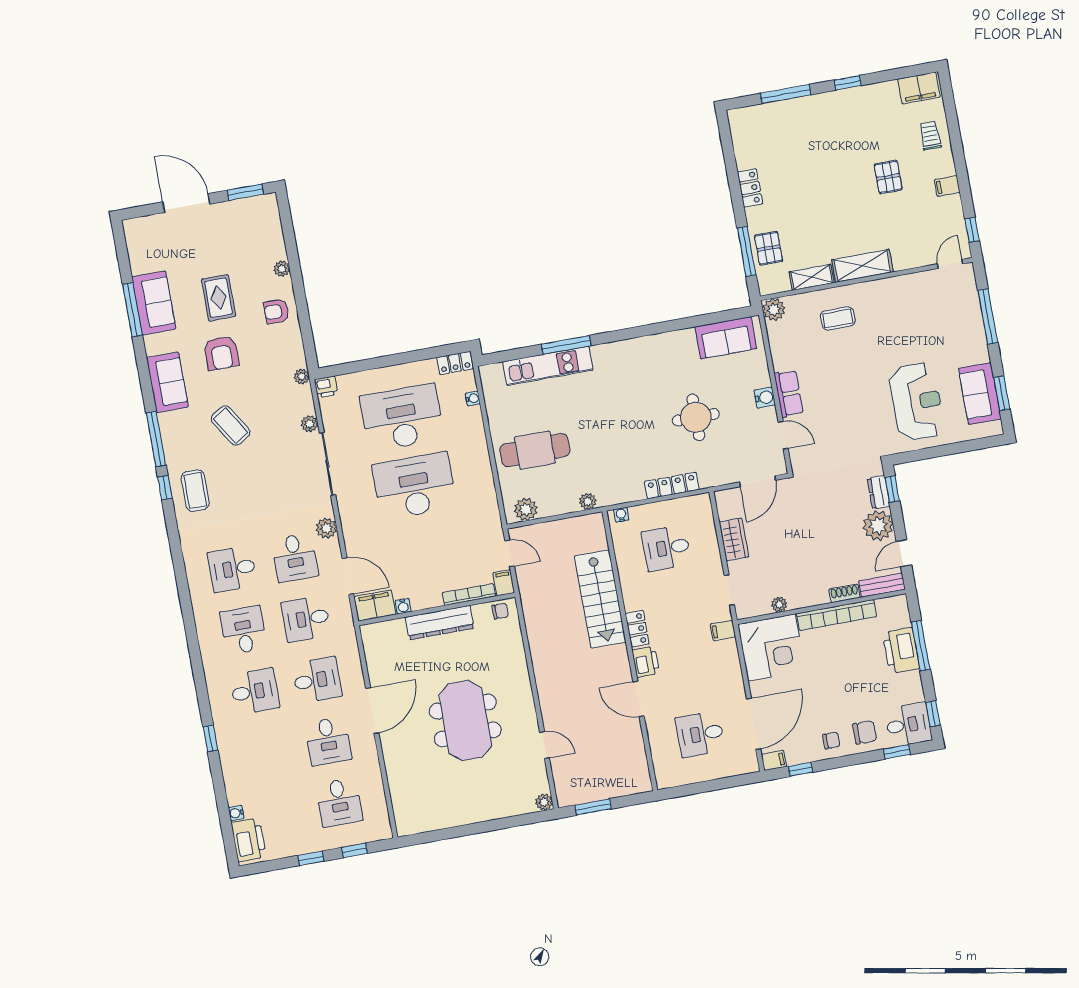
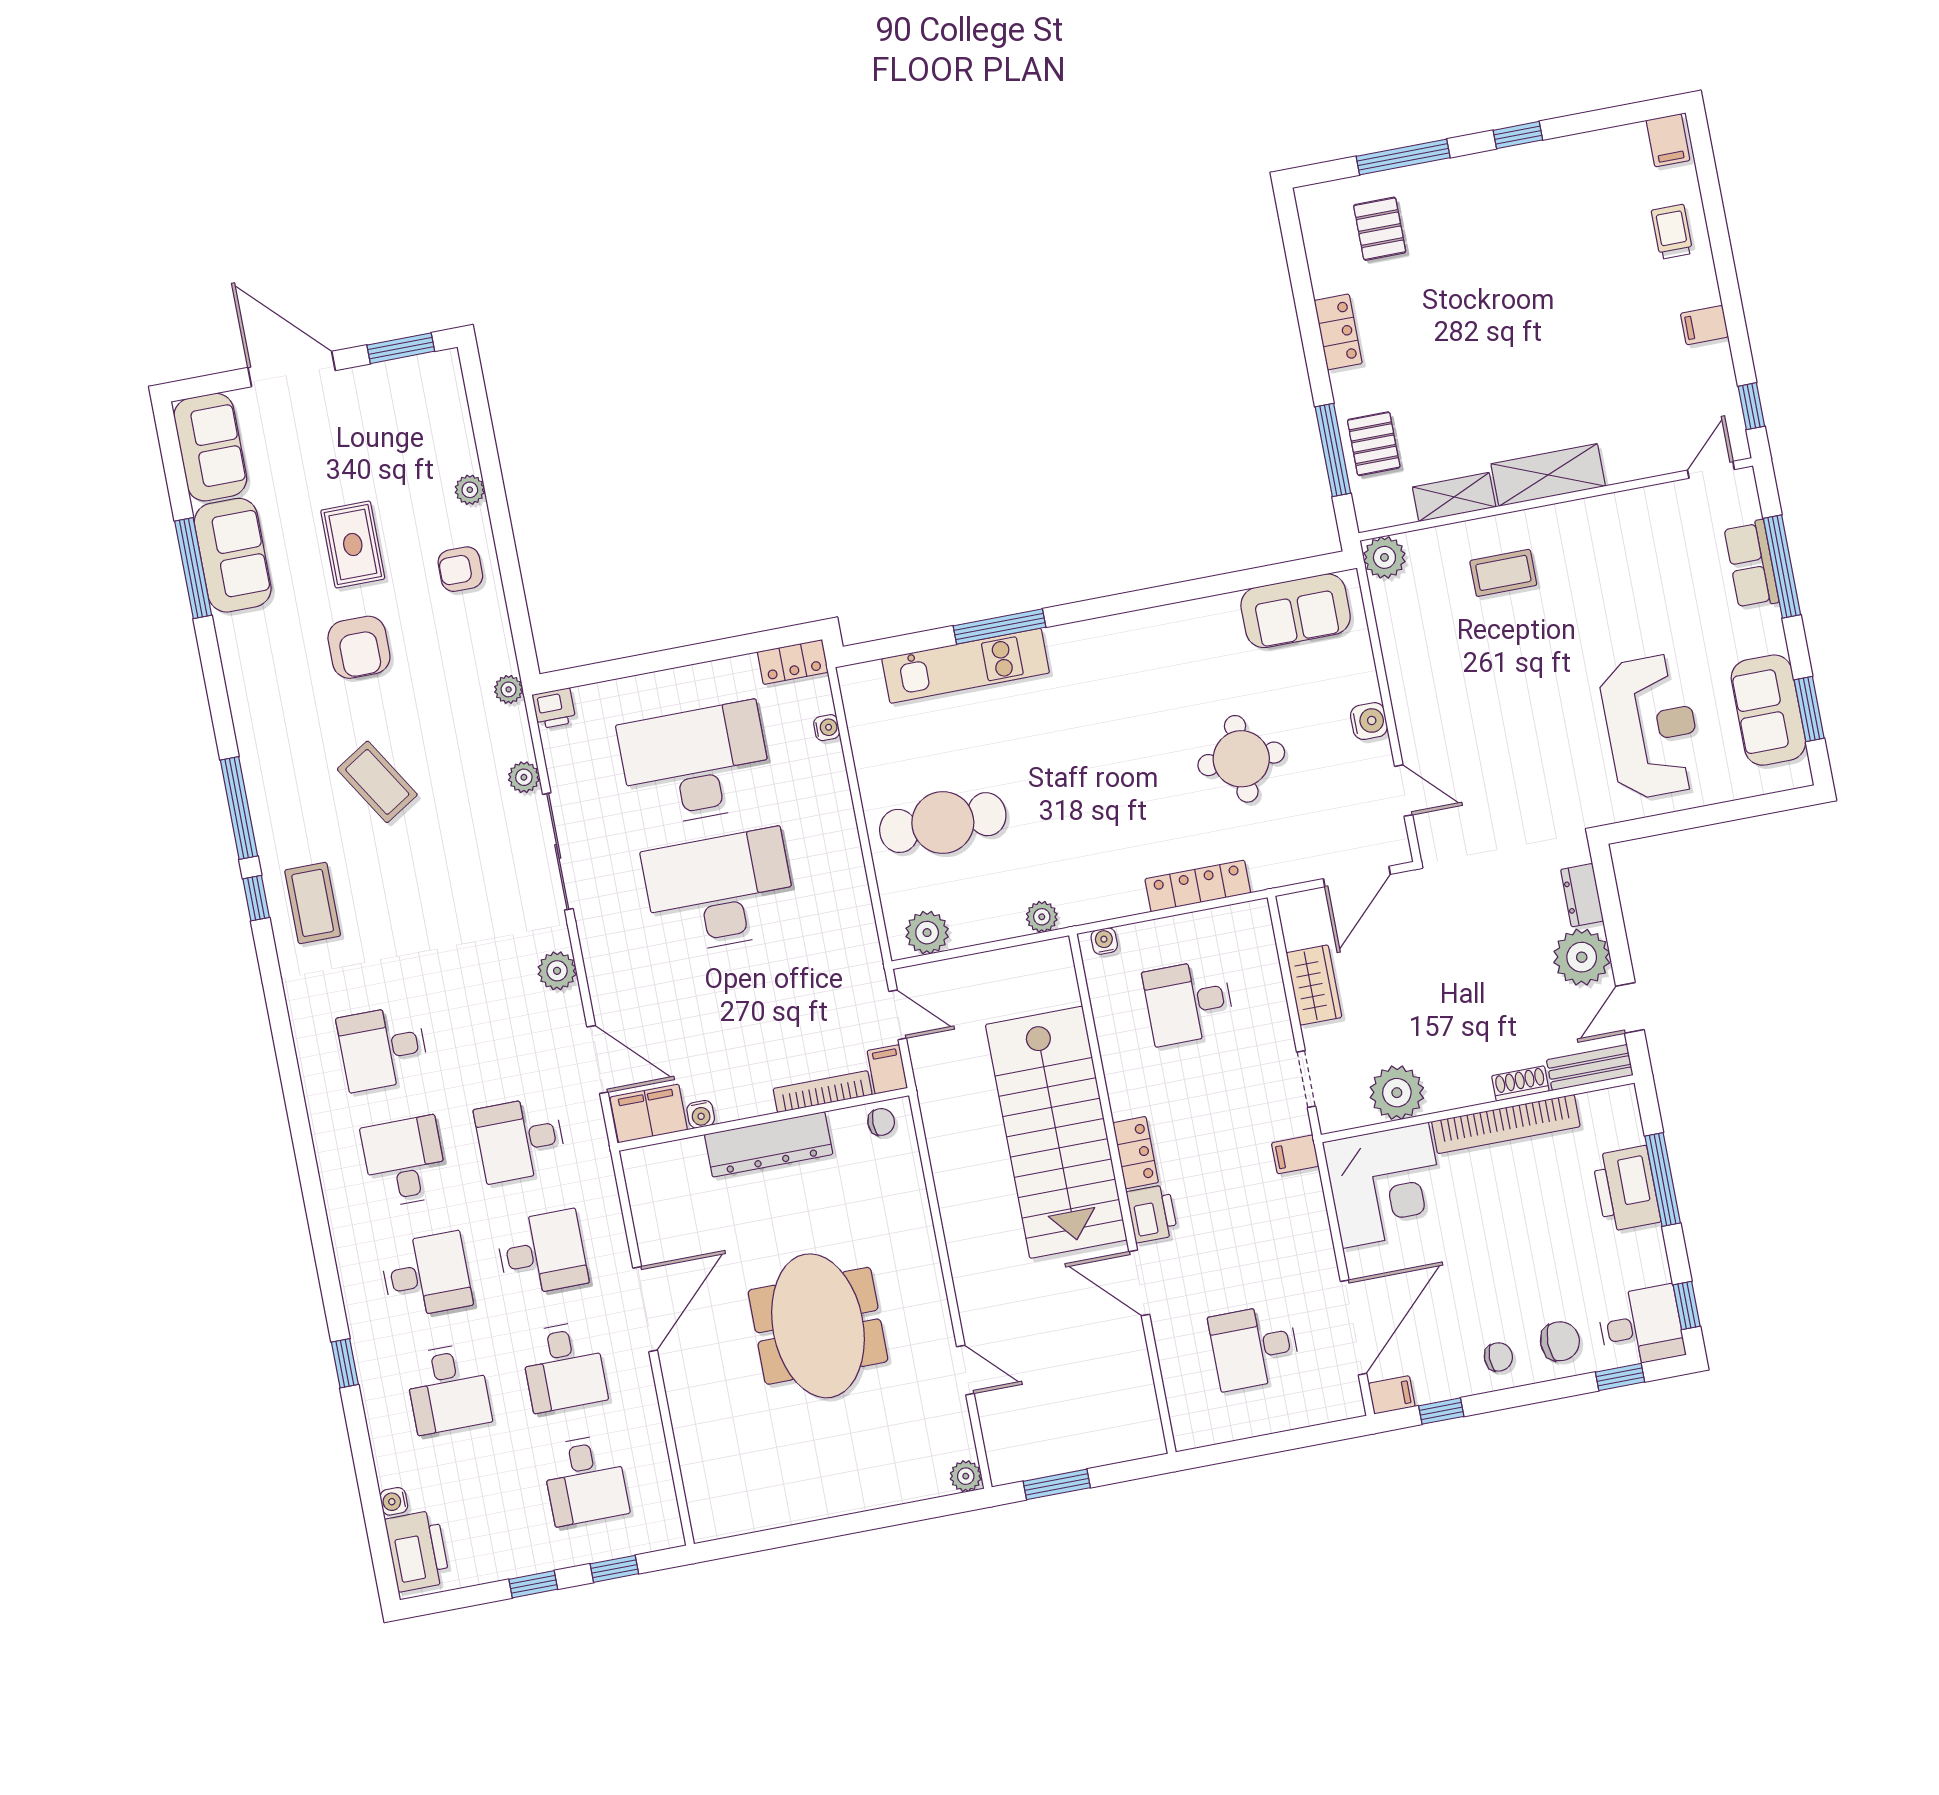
filing cabinet: (919, 88) -> (1668, 140), width x0.50
pallet: (888, 177) -> (1380, 229), moved
sofa: (167, 382) -> (210, 447), moved
row of seats: (789, 394) -> (1751, 564), moved, turned 180
window: (892, 489) -> (1607, 889), removed
desk: (295, 558) -> (448, 1388), moved
stairs: (600, 599) -> (1056, 1132), width x1.36, depth x1.51
plant: (779, 604) -> (1397, 1093), width x1.88, depth x1.88

